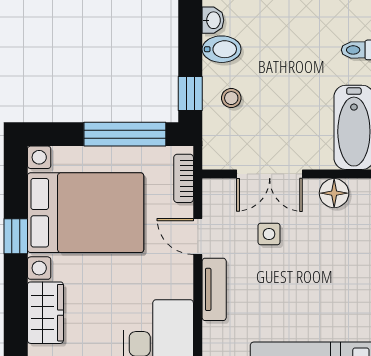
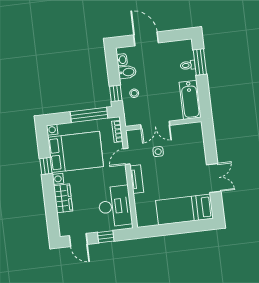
floor lamp: (334, 193) -> (185, 130), removed
door: (198, 236) -> (127, 156), hinge flipped

